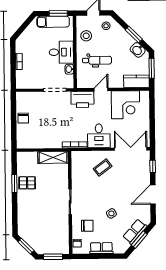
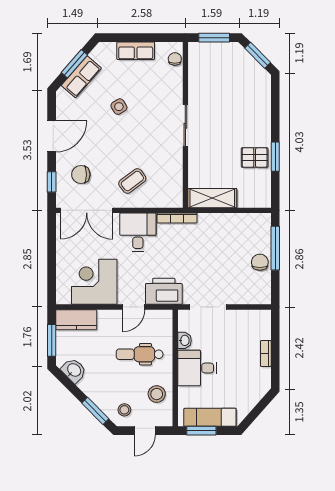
window: (134, 35) -> (95, 411), moved
window: (14, 127) -> (275, 248), added
chair: (87, 226) -> (81, 175), moved

